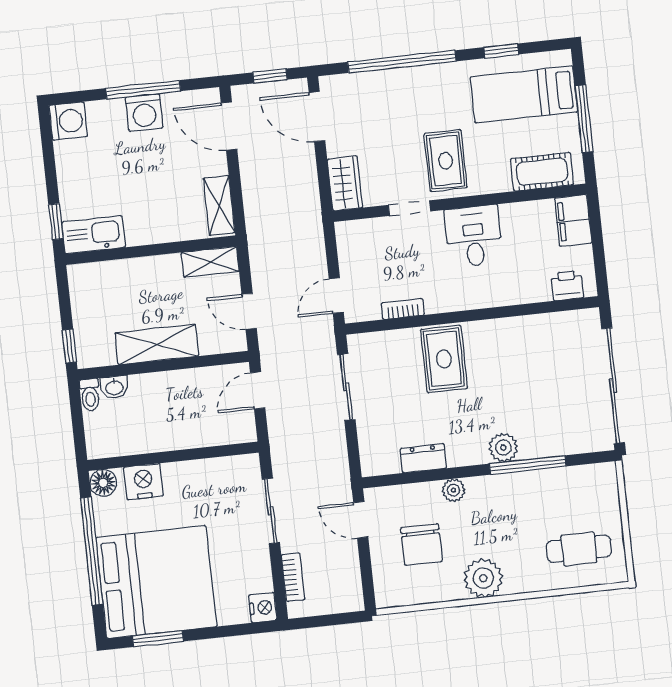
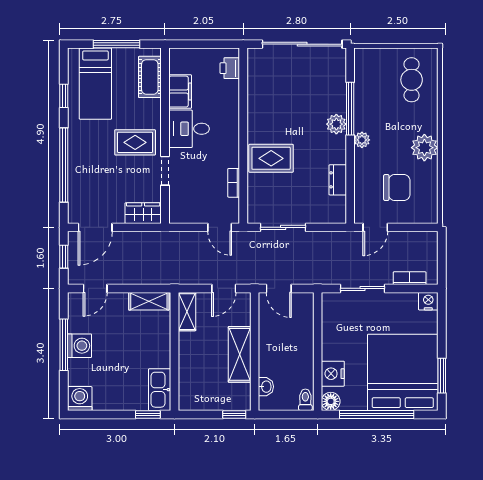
door: (229, 126) -> (95, 288), width x0.73
filing cabinet: (573, 221) -> (180, 92), moved, turned -90
toilet: (90, 395) -> (305, 400), moved, turned -90
plant: (453, 490) -> (362, 140), moved

